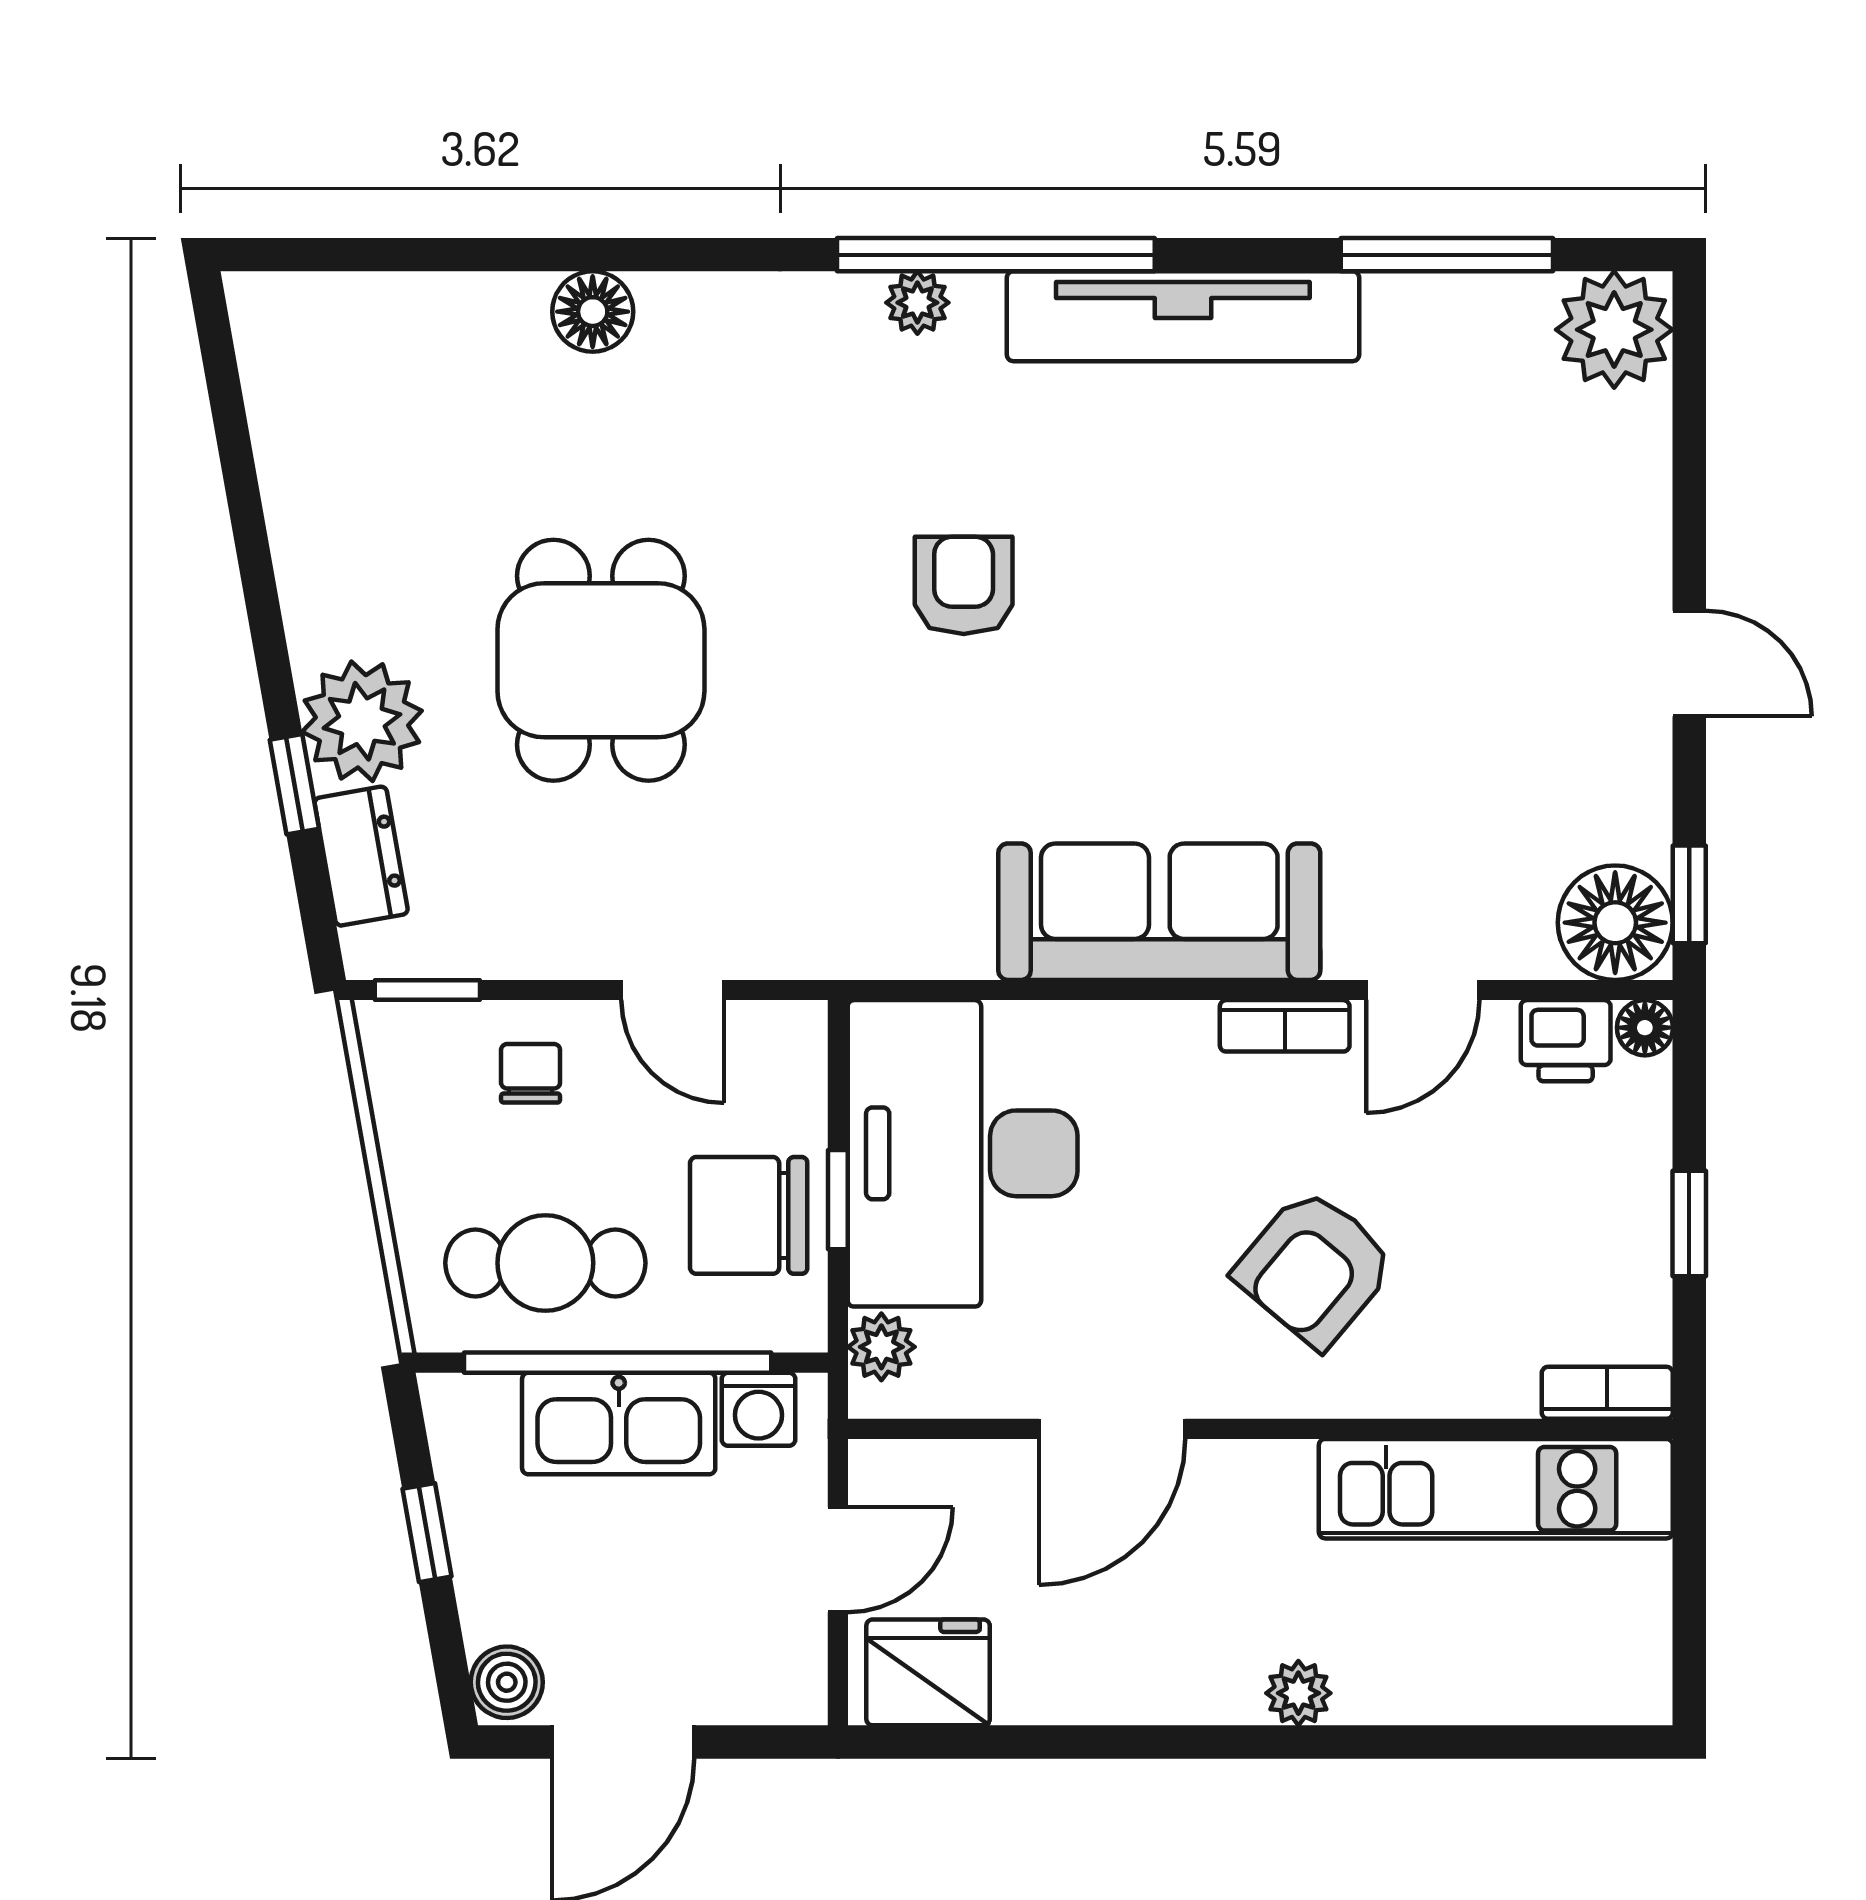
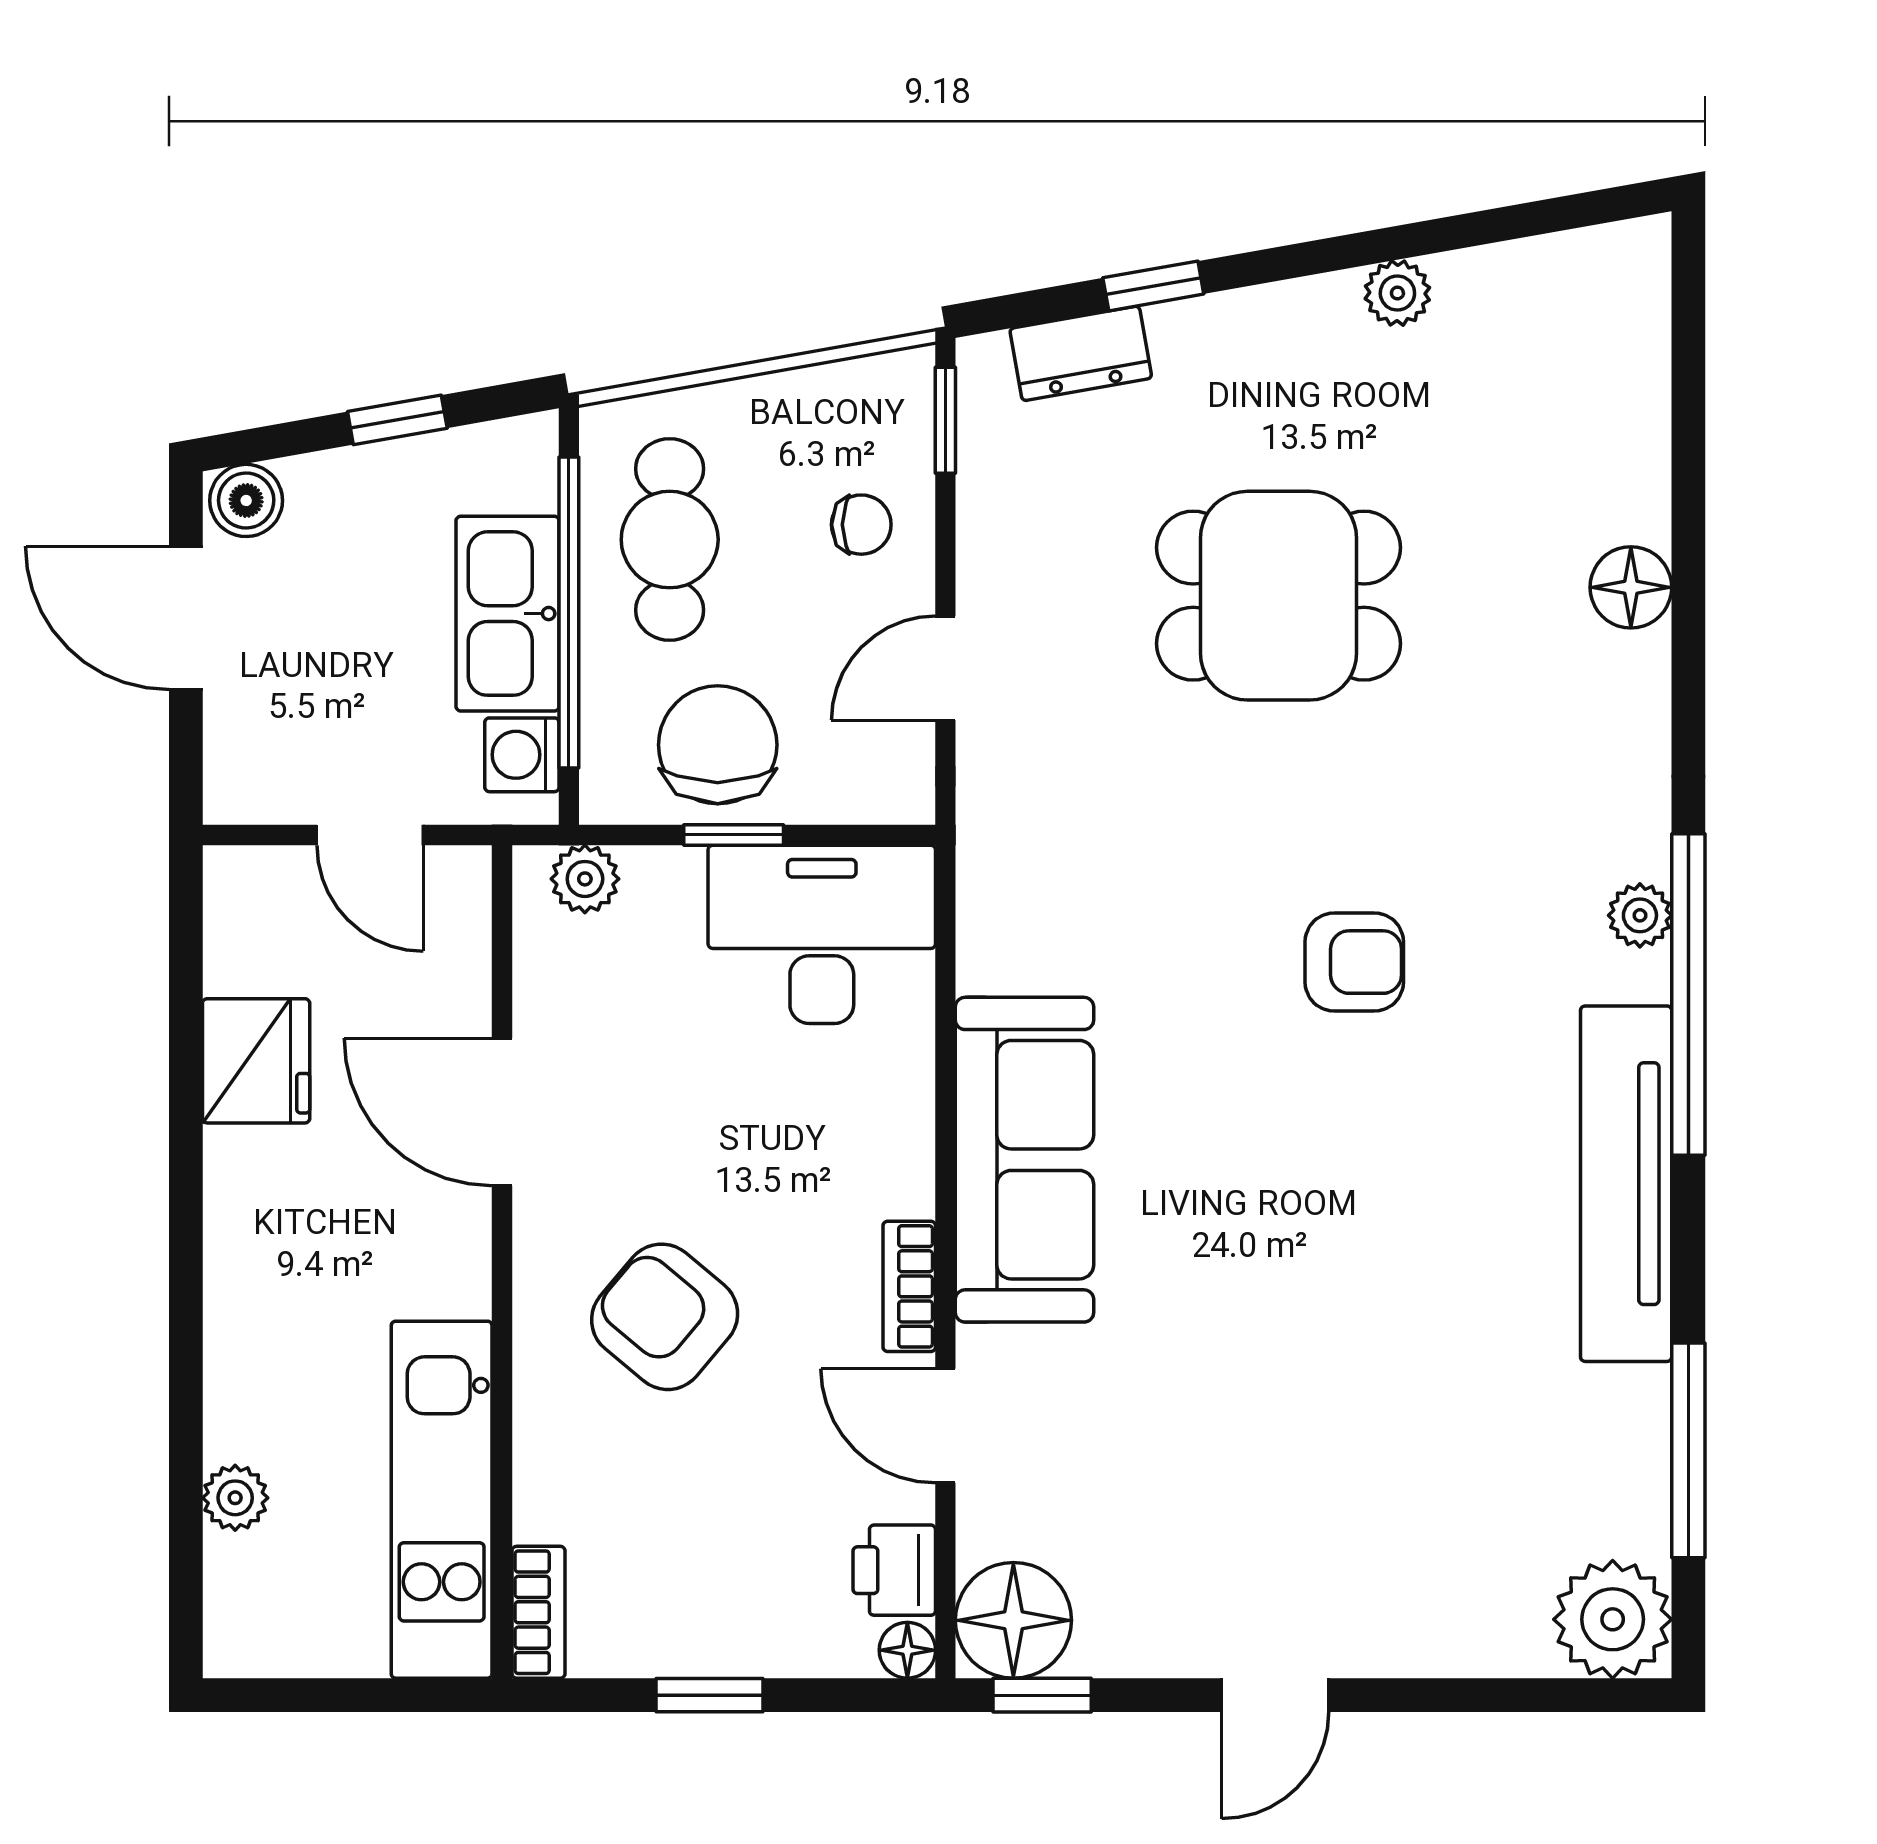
plant: (362, 721) -> (1397, 293), moved, width x0.53, depth x0.53
desk: (963, 1153) -> (822, 934), width x0.73, depth x0.77
fridge: (928, 1672) -> (256, 1061), moved
plant: (1298, 1693) -> (235, 1498), moved

